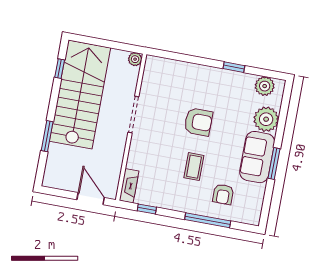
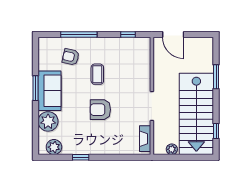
plant: (135, 59) -> (172, 149), moved
fireplace: (129, 186) -> (145, 139), moved
armchair: (223, 194) -> (71, 57), turned -77

